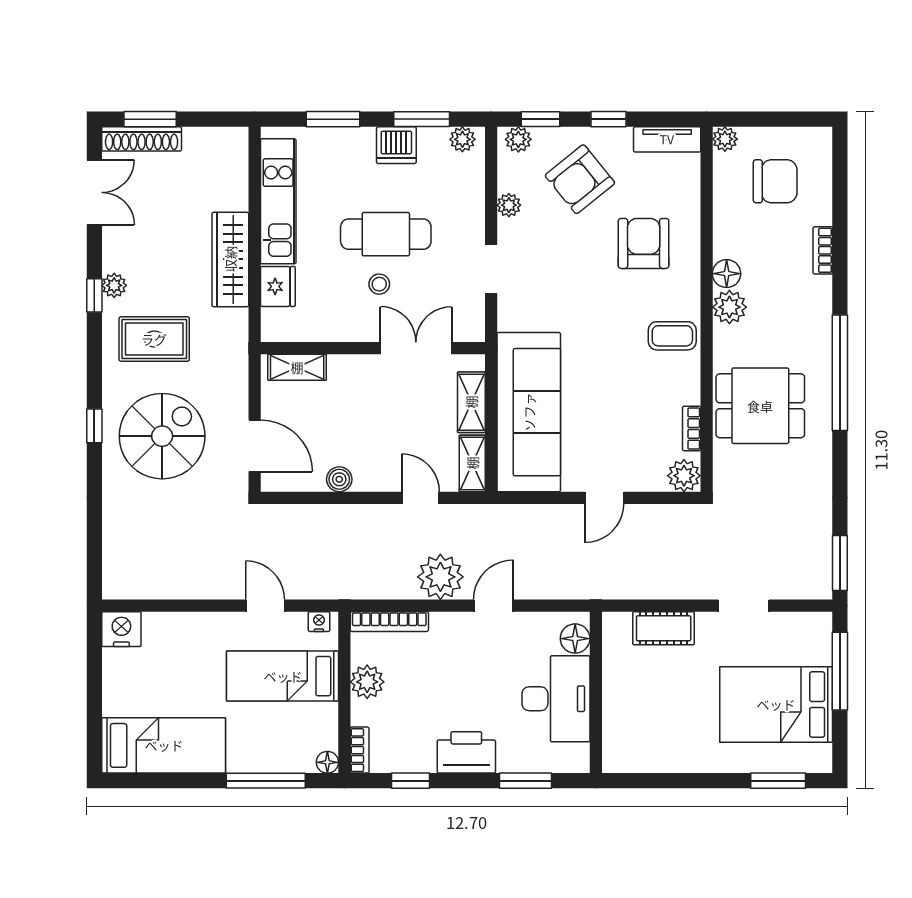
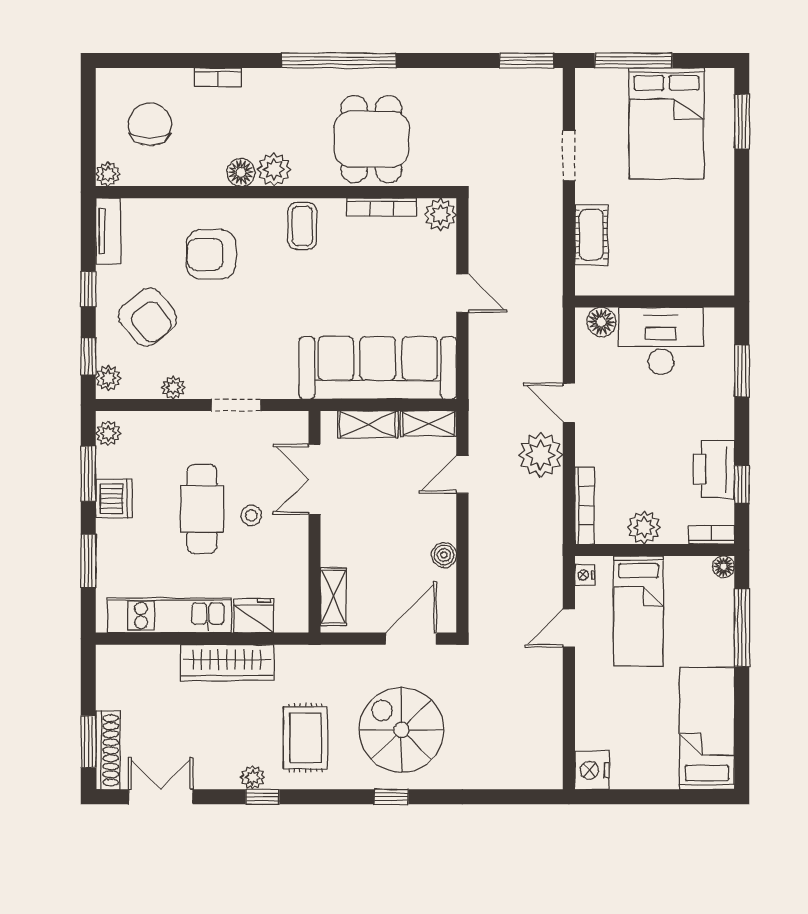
bookcase: (692, 429) -> (381, 207), width x1.56
printer: (466, 752) -> (714, 469), moved

